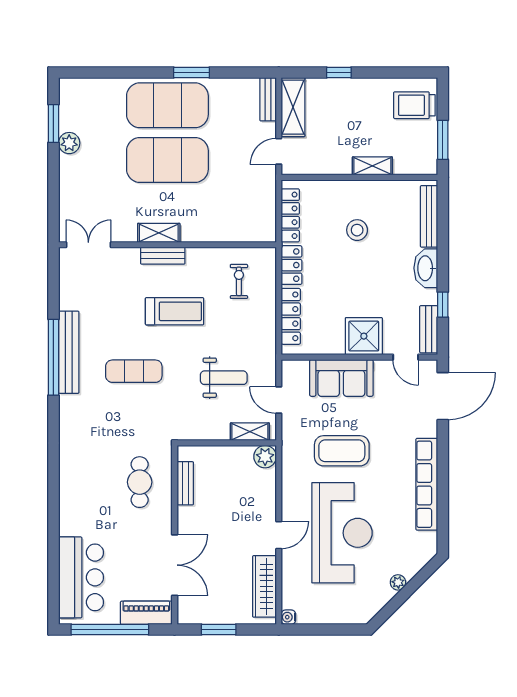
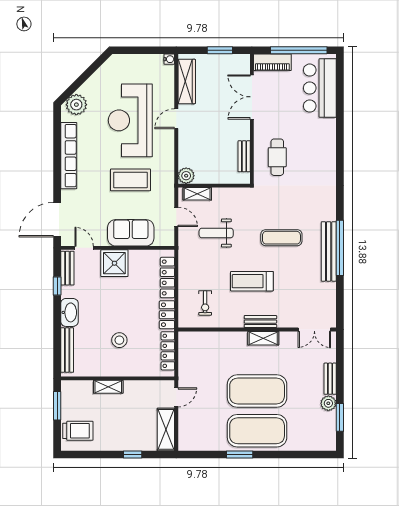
bench: (268, 99) -> (330, 379), moved
plant: (398, 582) -> (76, 105), moved, width x1.88, depth x1.88

